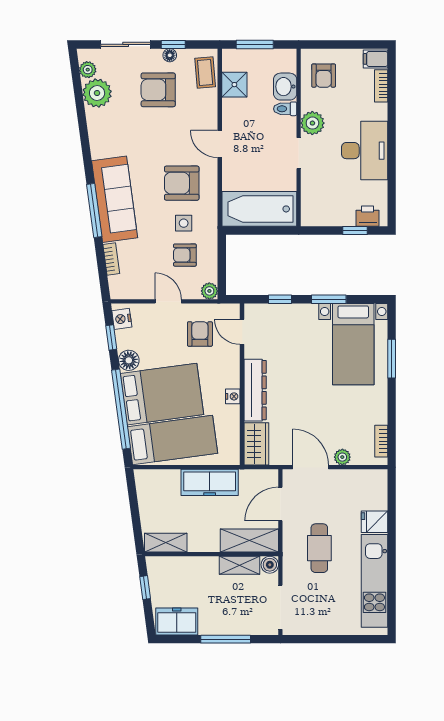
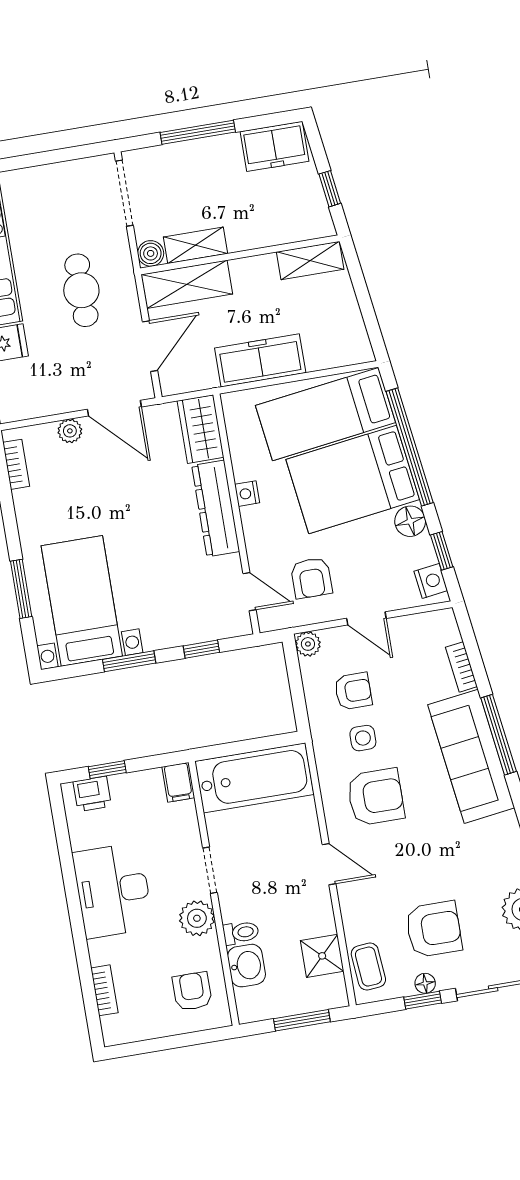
filing cabinet: (376, 59) -> (178, 782), moved, turned 90

